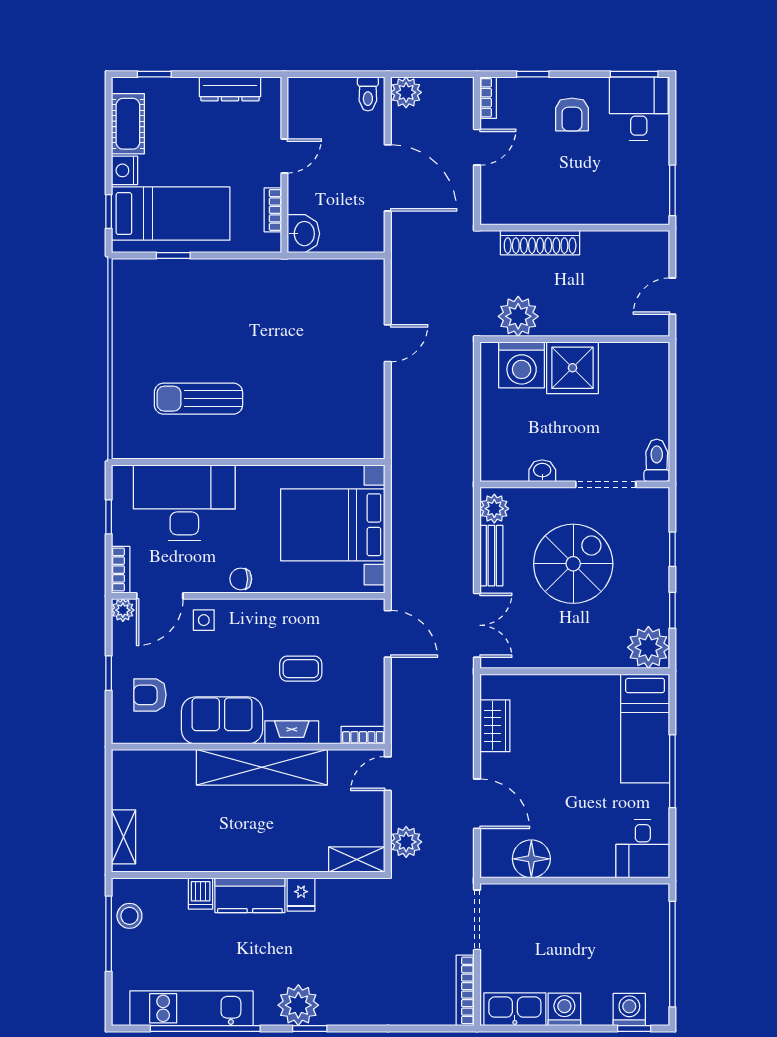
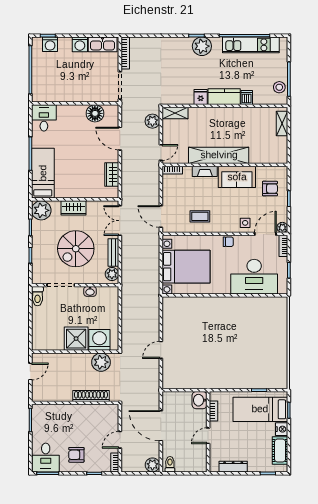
armchair: (572, 114) -> (76, 455), turned -90
sun lounger: (198, 399) -> (248, 324), removed
wardrobe: (578, 653) -> (73, 208), added
coffee table: (301, 669) -> (200, 216), moved

